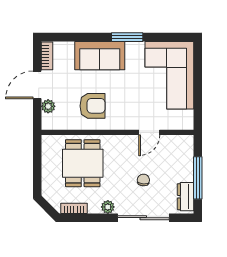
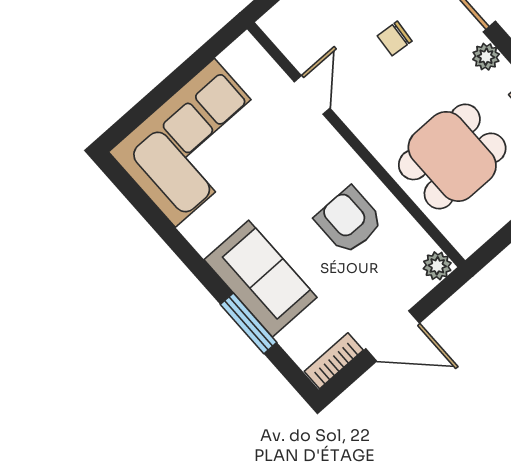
window: (127, 37) -> (249, 323), moved
plant: (48, 106) -> (437, 266), moved
door: (149, 132) -> (312, 95), hinge flipped

